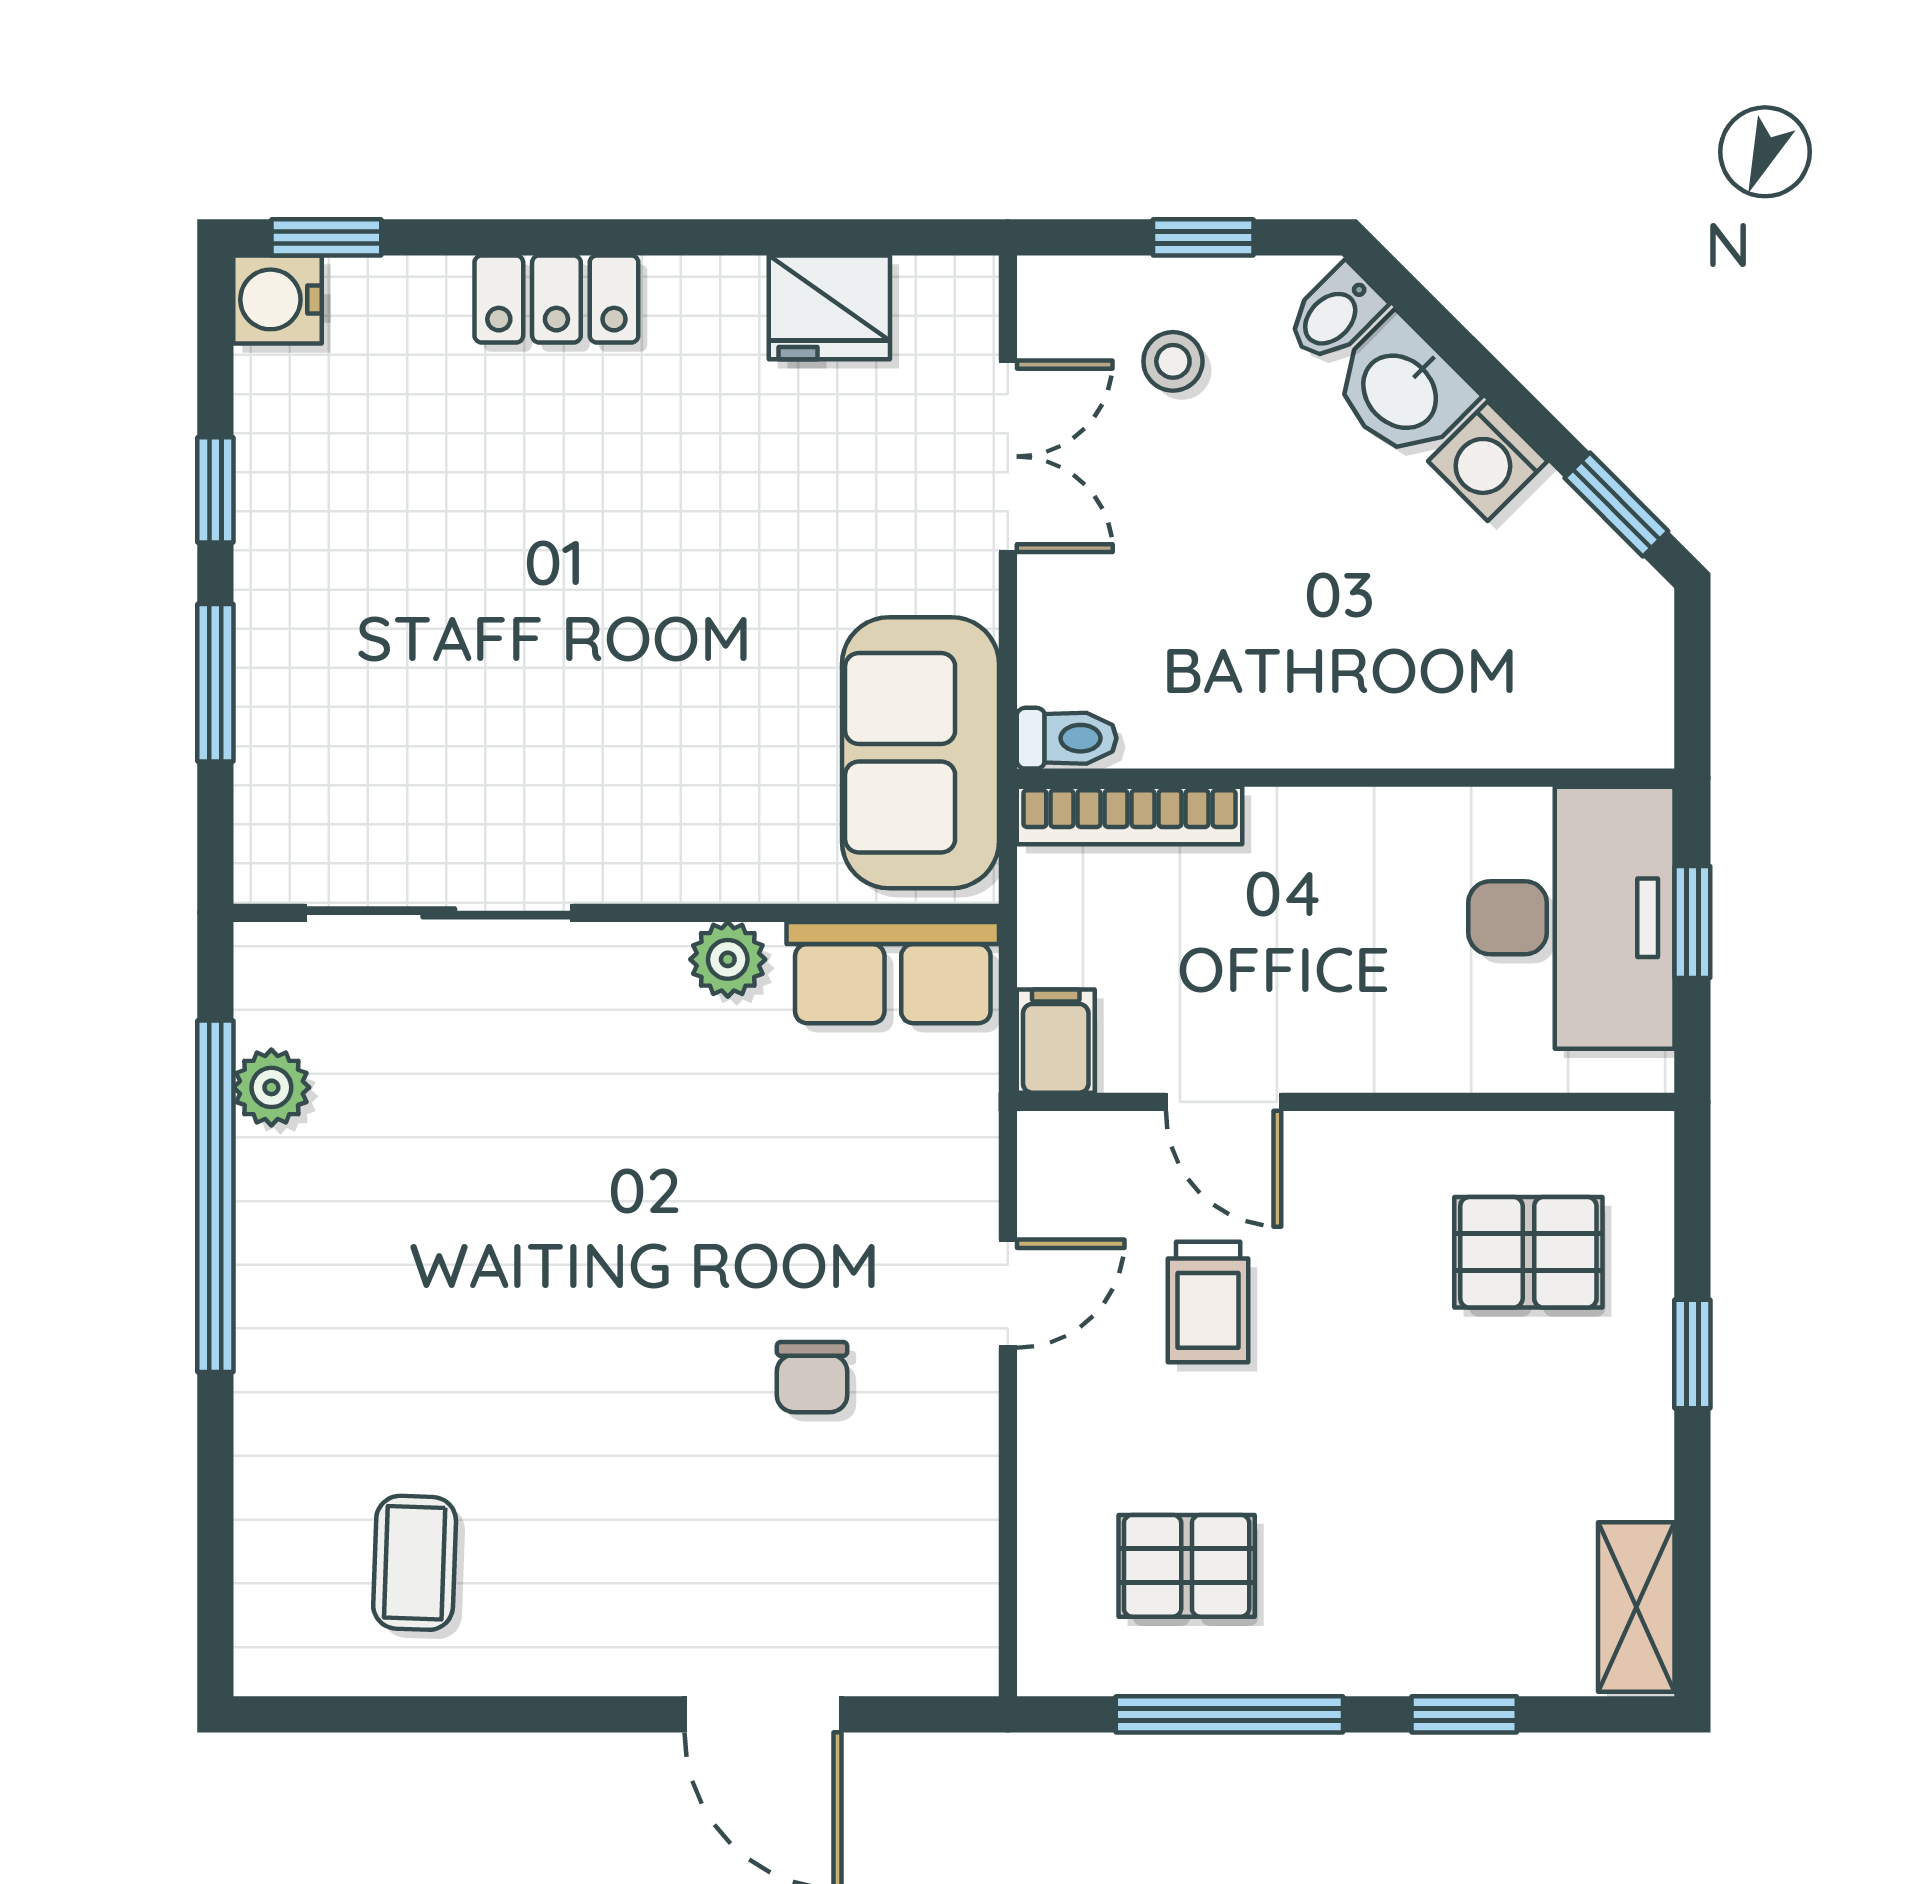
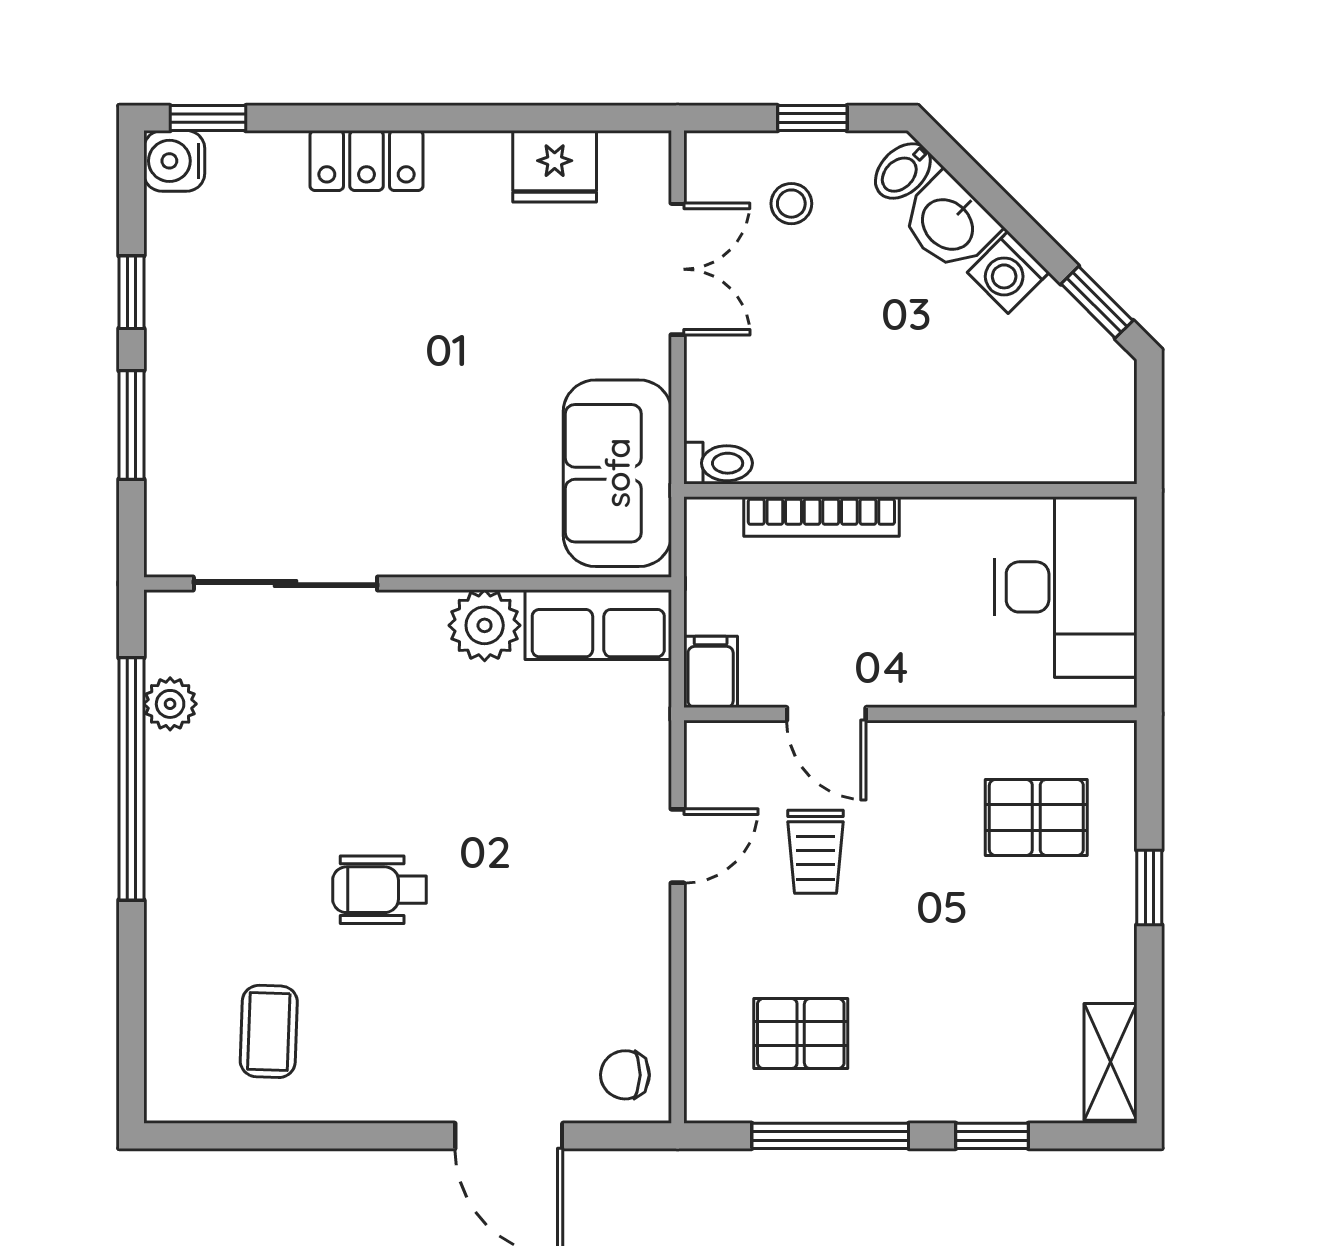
bookcase: (1129, 816) -> (821, 517), moved
window: (1692, 922) -> (1149, 590), removed
plant: (728, 959) -> (485, 625), width x1.38, depth x1.38
wheelchair: (575, 1357) -> (380, 890), added
chair: (812, 1377) -> (625, 1075), moved, turned 91

